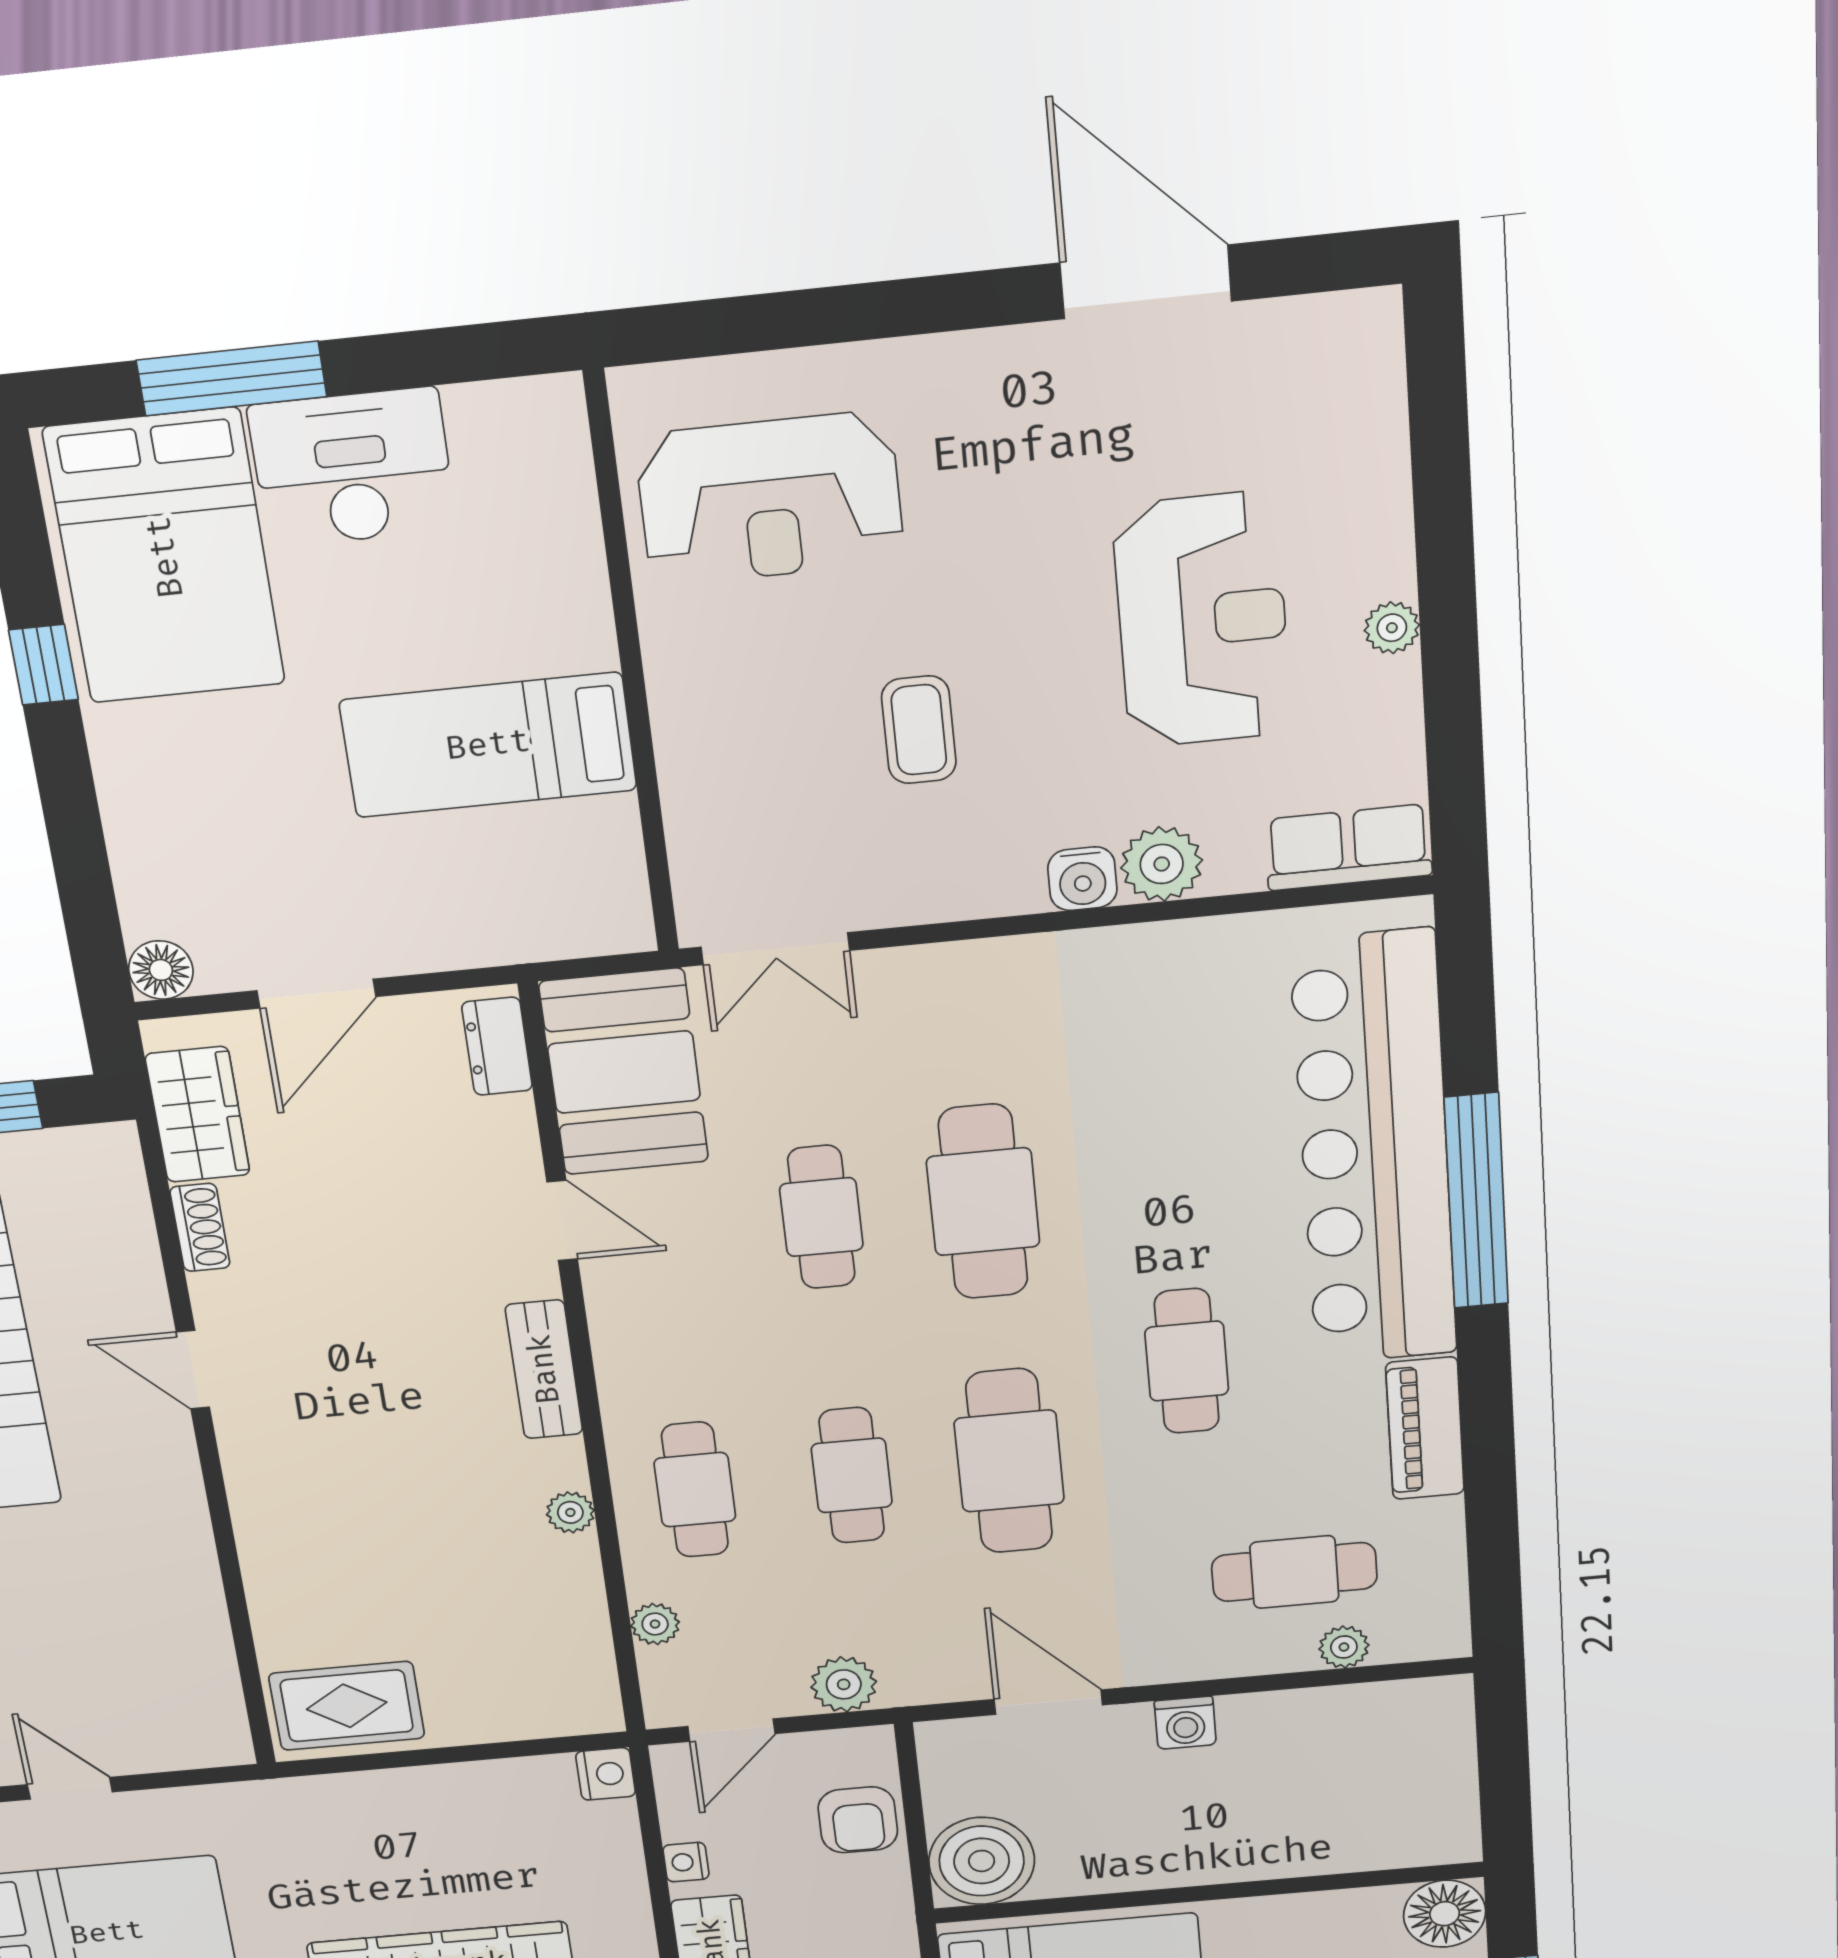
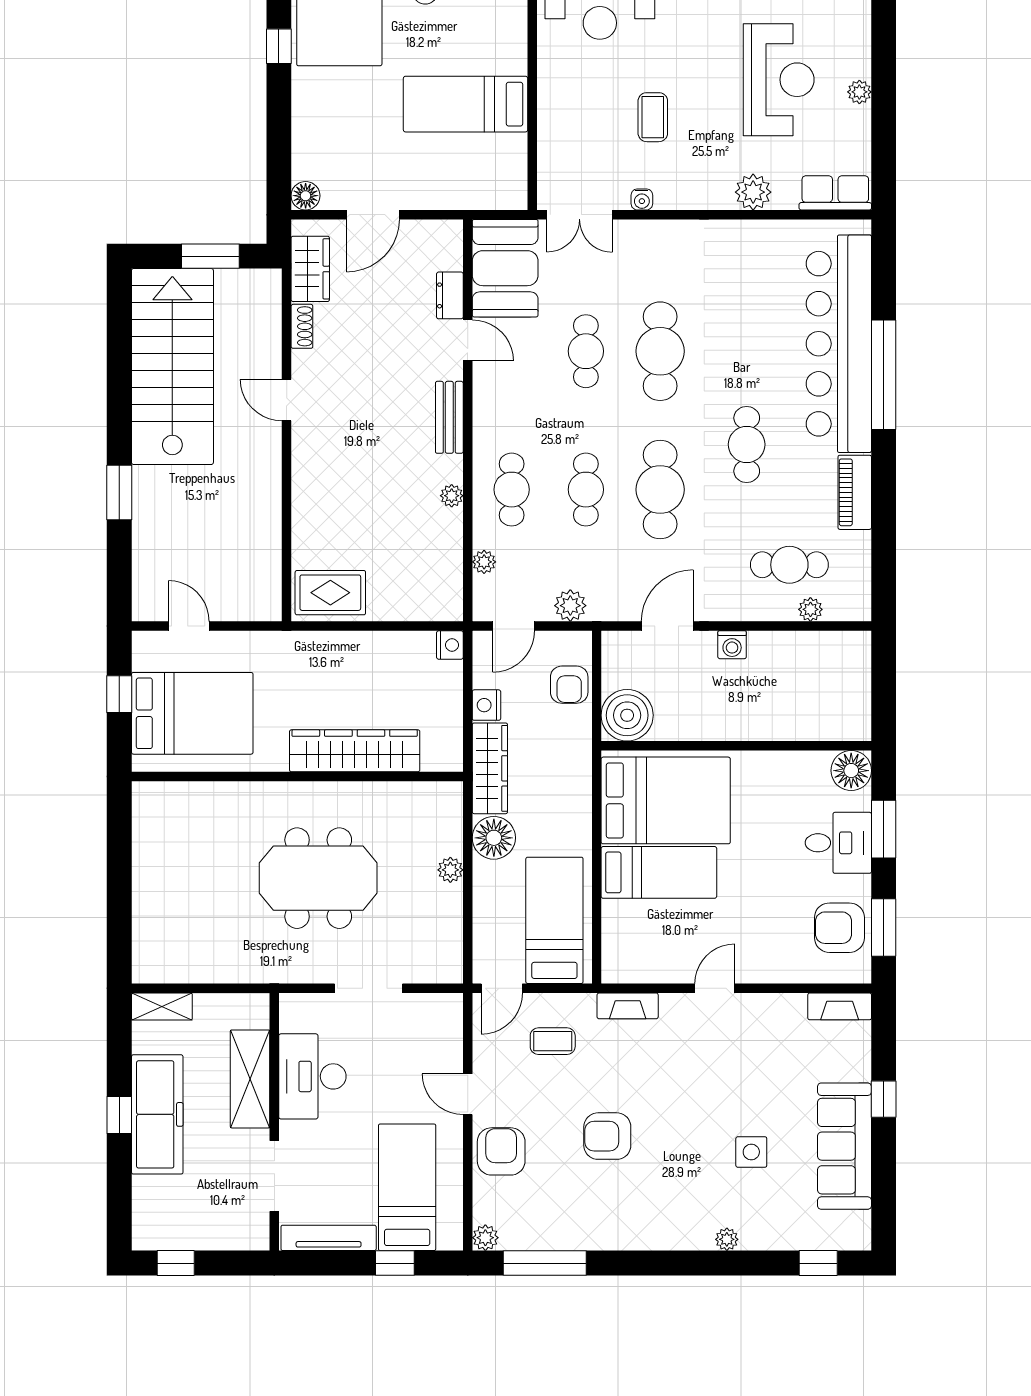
water cooler: (1082, 879) -> (642, 199), moved, width x0.72, depth x0.72
dresser: (497, 1046) -> (450, 295), moved
door: (1048, 1702) -> (667, 626), hinge flipped
nightstand: (686, 1862) -> (486, 705), width x1.39, depth x1.35

